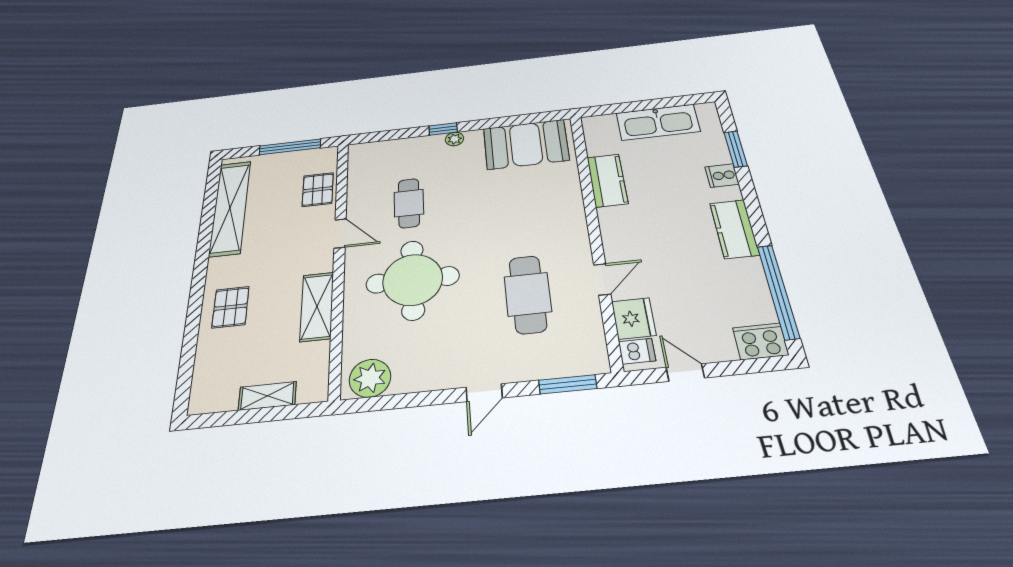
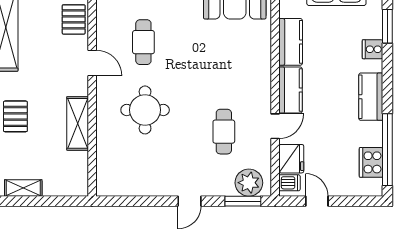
kitchen counter: (617, 234) -> (291, 90), added
round table: (413, 280) -> (145, 110), width x0.73, depth x0.73
cafe table: (528, 294) -> (224, 132), width x0.73, depth x0.74
cooker: (761, 341) -> (371, 162), moved, turned -90
plant: (370, 378) -> (249, 183), moved
shelving: (267, 396) -> (23, 188), moved

